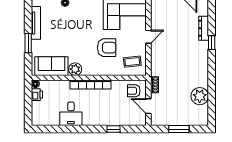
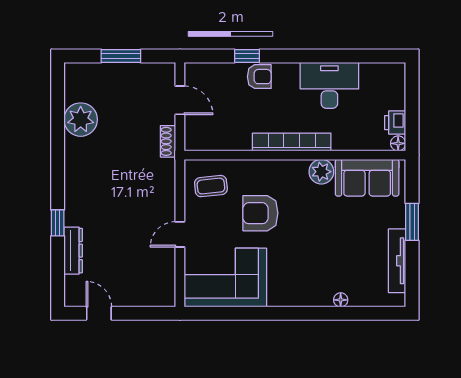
armchair: (134, 91) -> (259, 77), moved
desk: (71, 114) -> (329, 85), width x1.37

